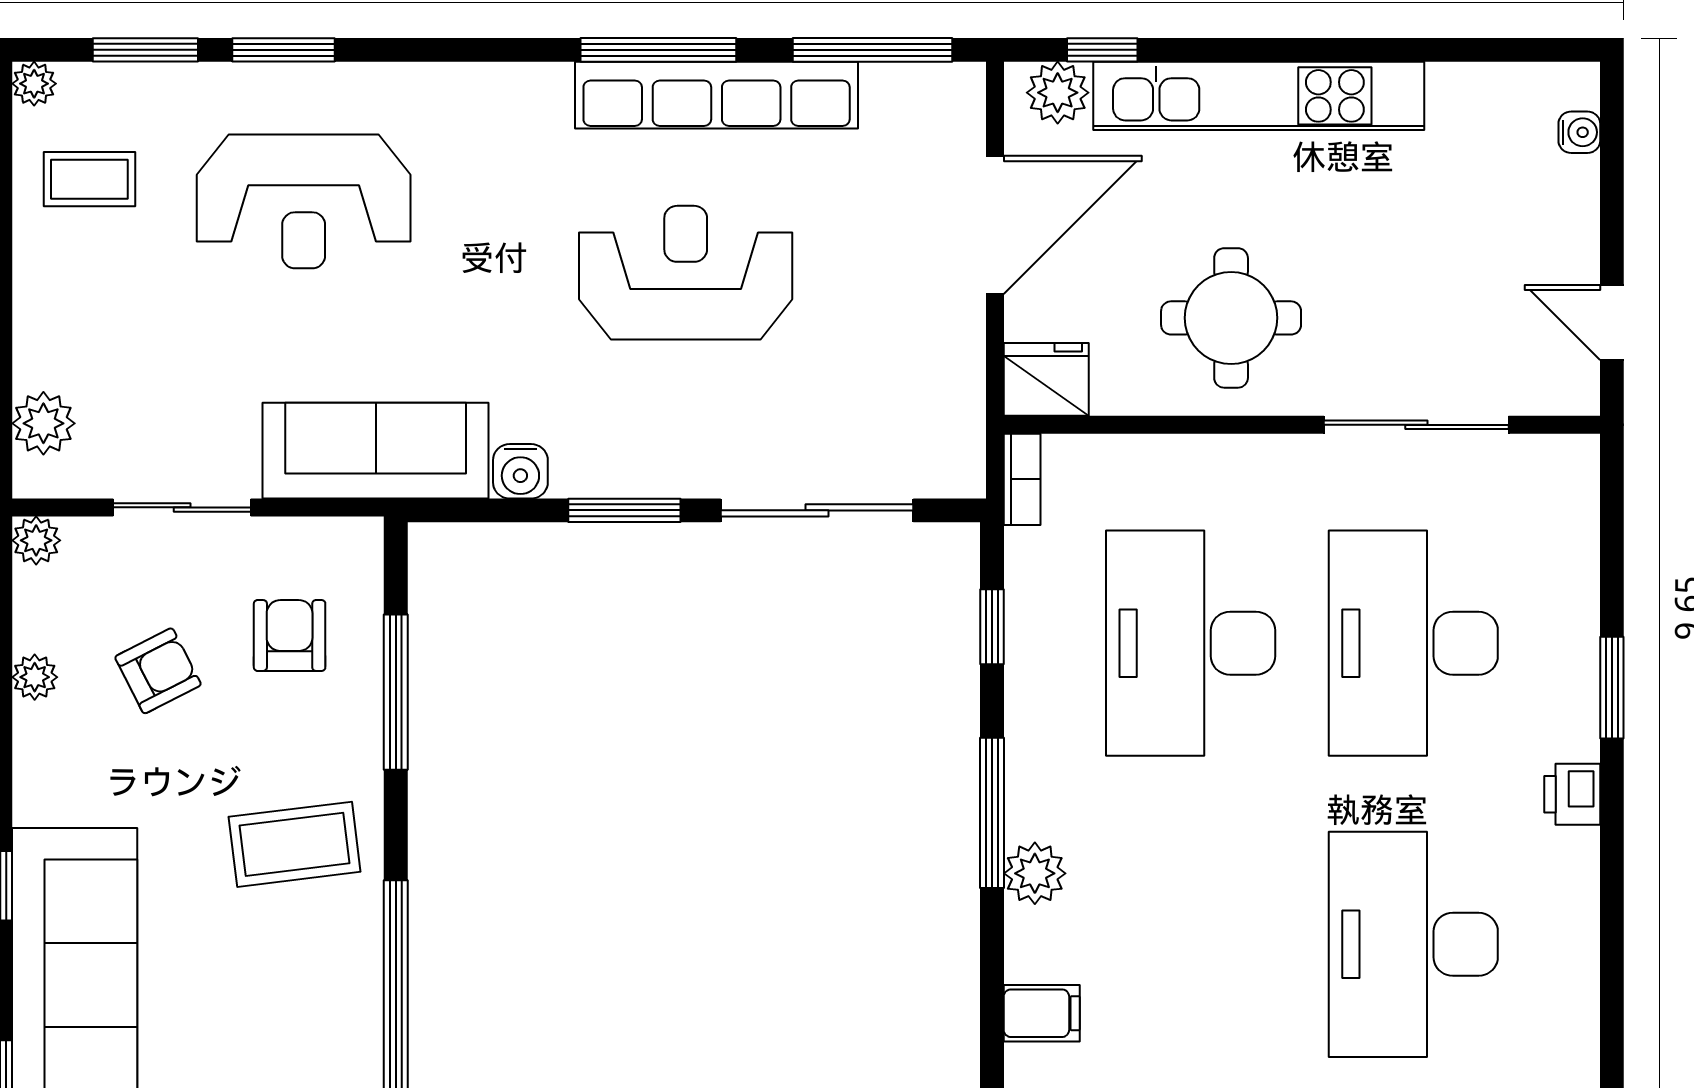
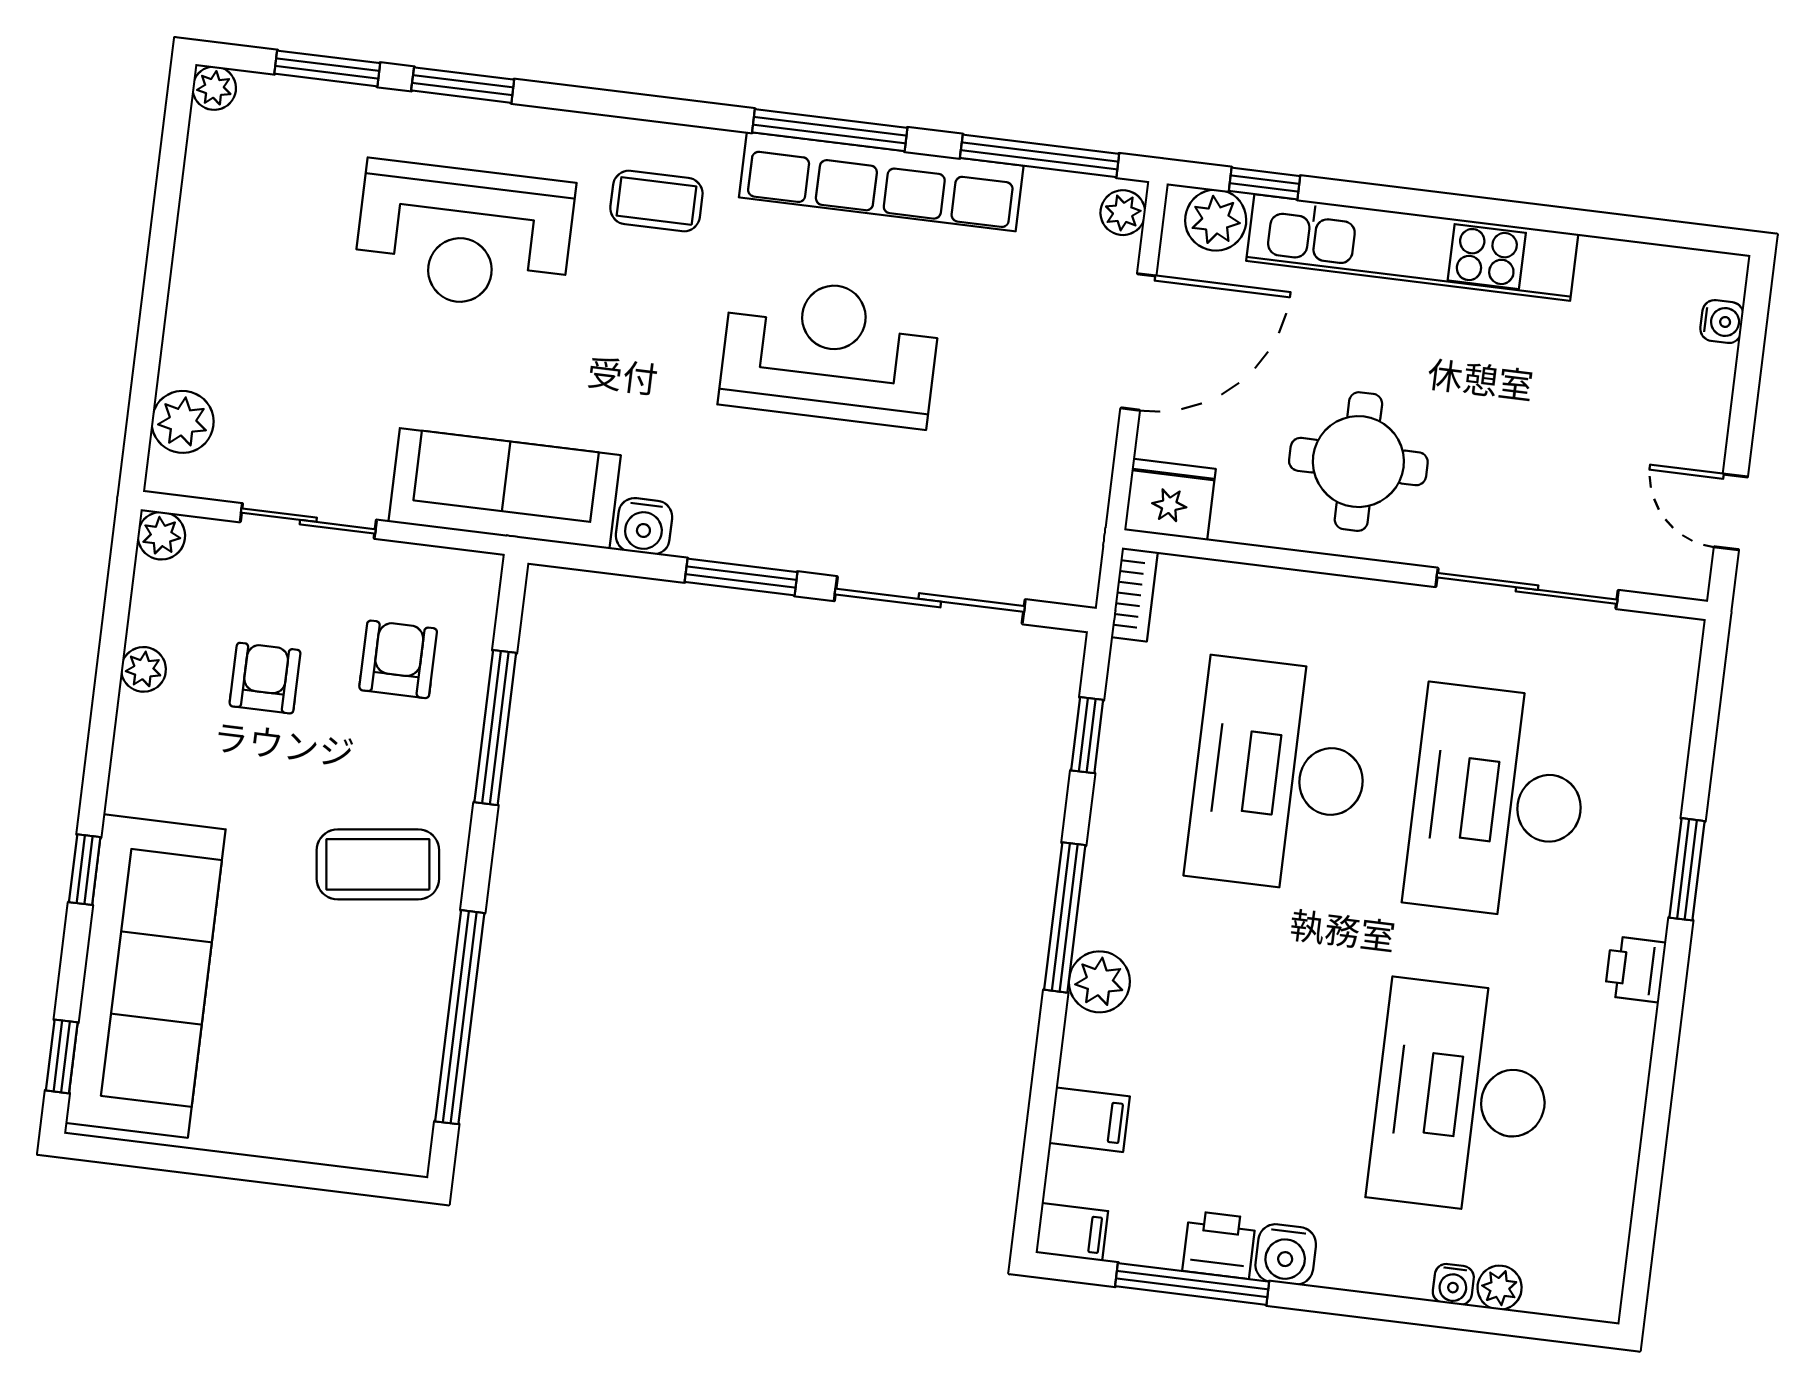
plant: (963, 97) -> (1123, 213), added
coffee table: (89, 179) -> (656, 201), moved
armchair: (158, 671) -> (265, 678), turned -63

